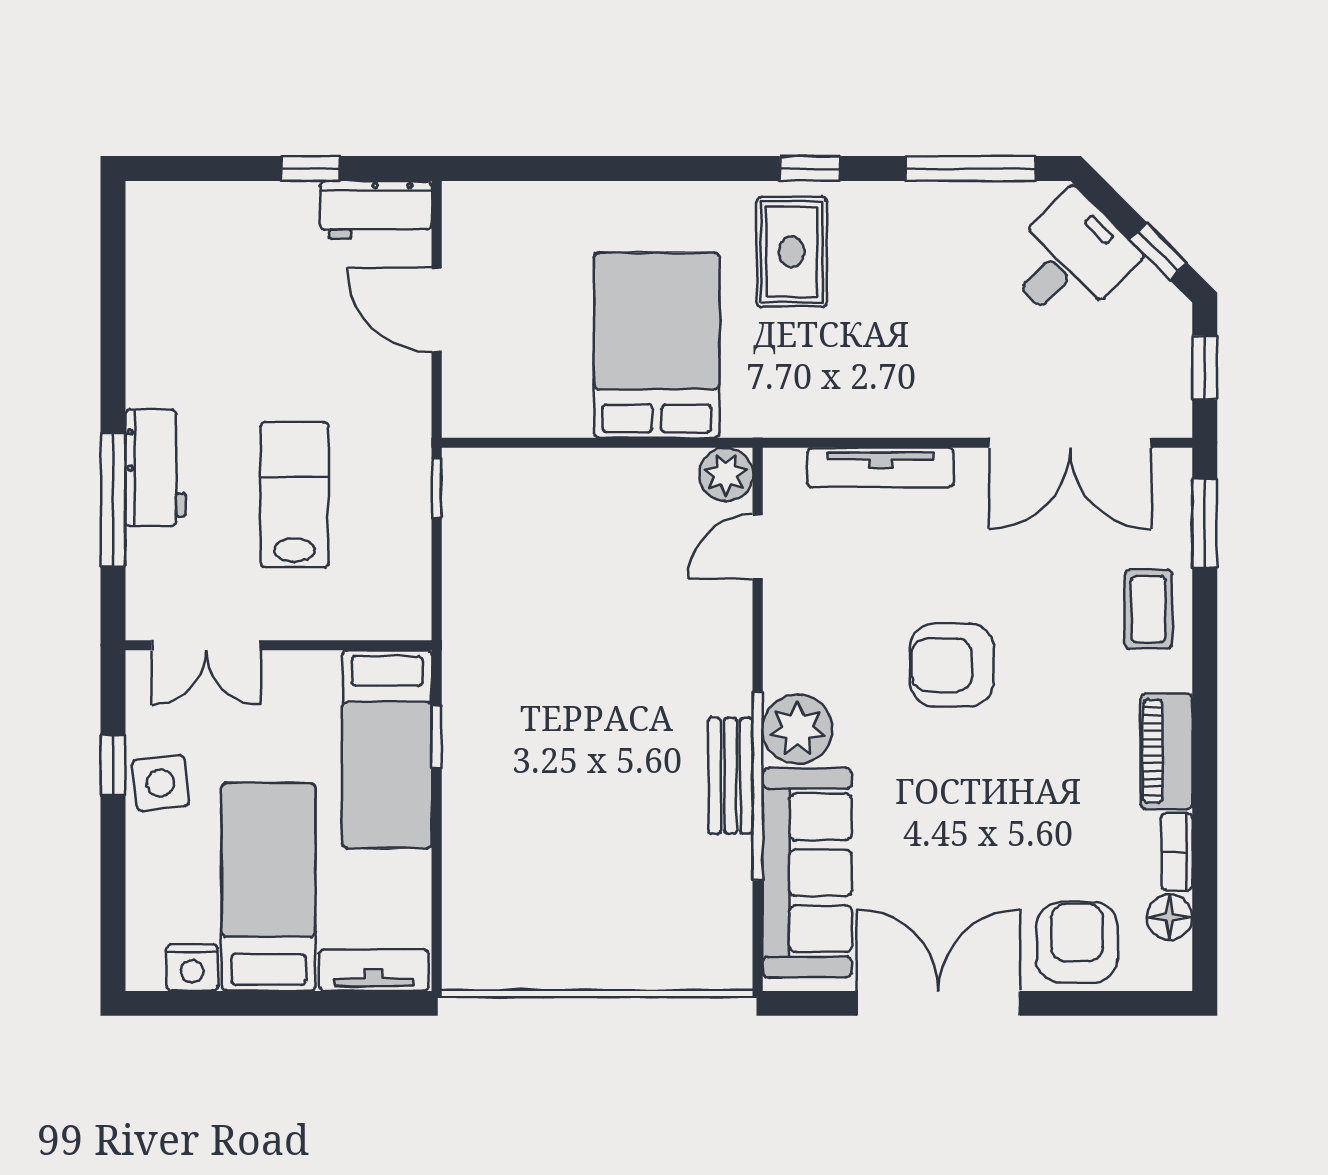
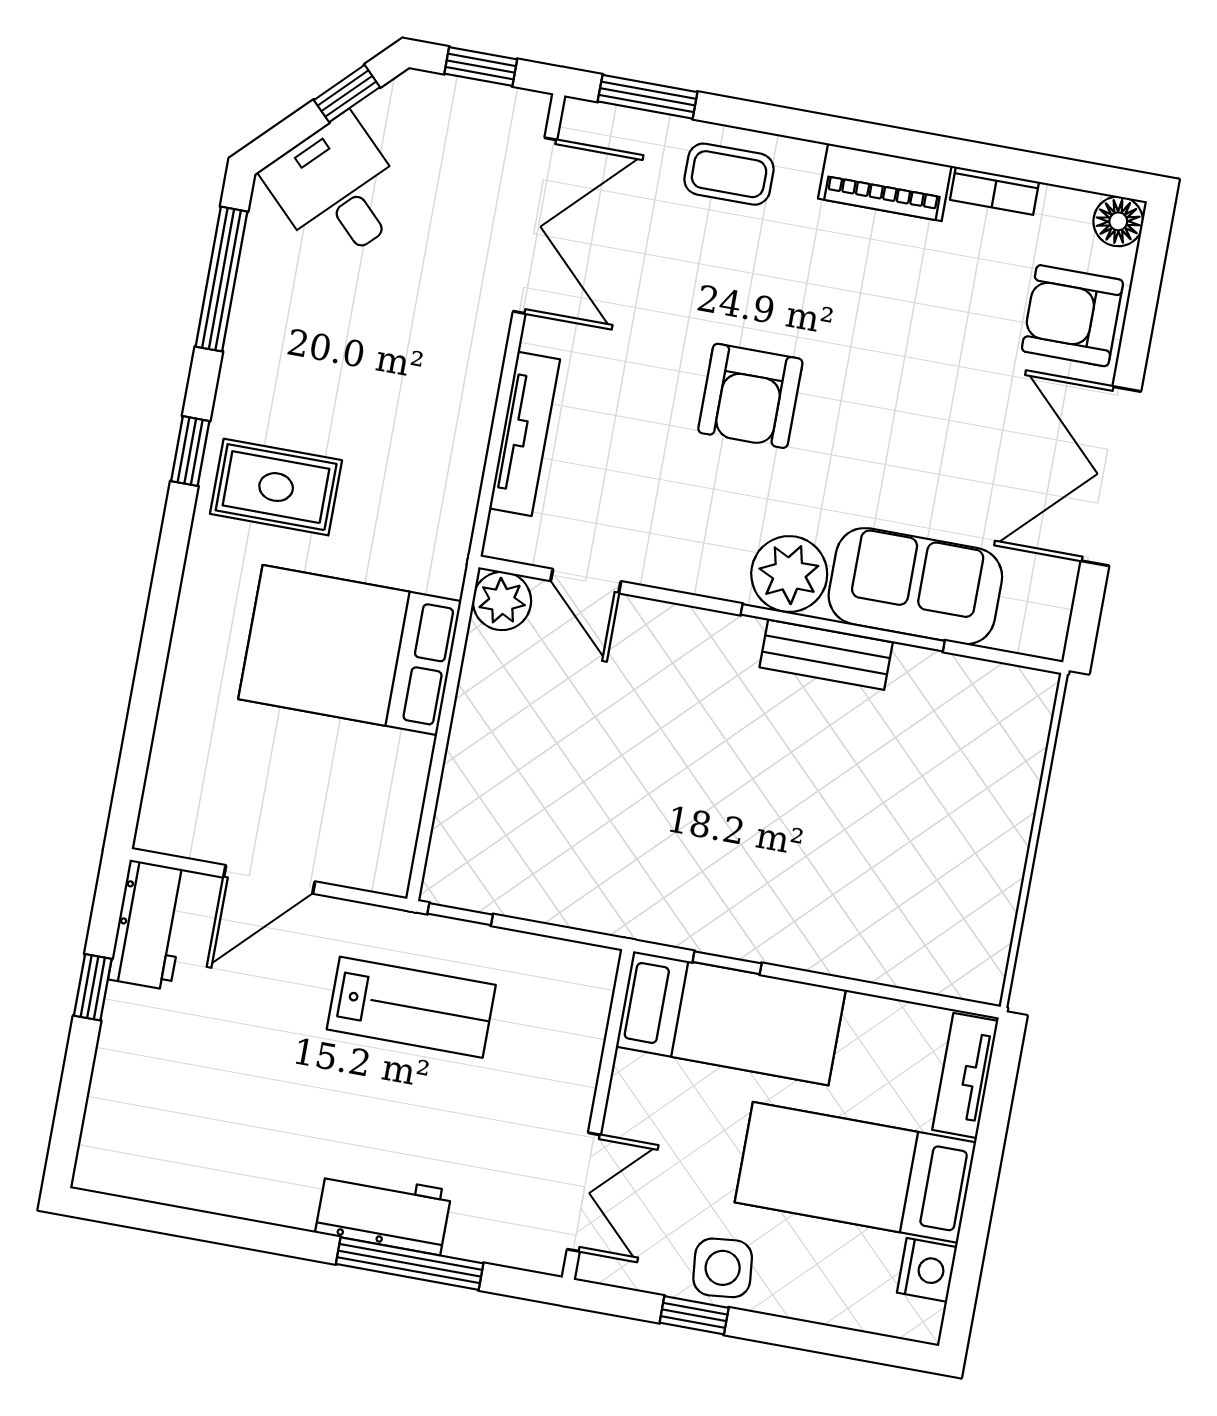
lab bench: (295, 495) -> (411, 1007), moved, turned 180
sofa: (807, 873) -> (915, 586), width x0.73
floor lamp: (1170, 917) -> (1118, 221), moved

